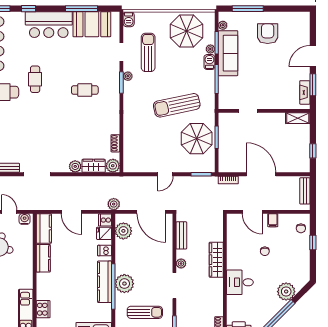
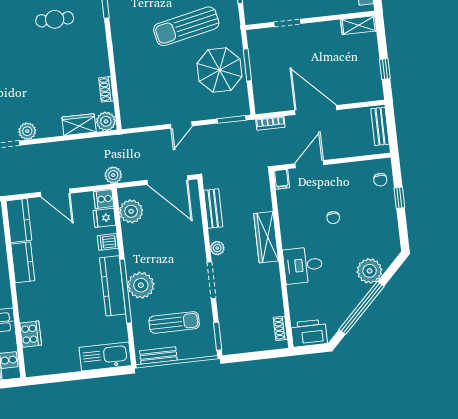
plant: (75, 166) -> (27, 131), moved
door: (252, 212) -> (309, 164), swing flipped
filing cabinet: (273, 220) -> (281, 179), moved

